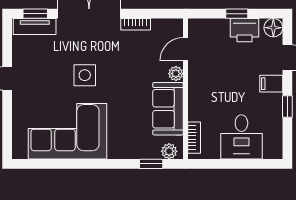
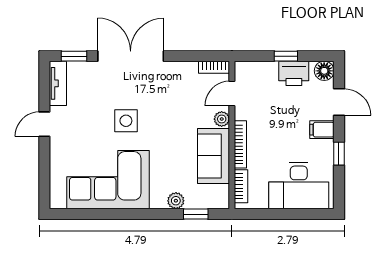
bookcase: (136, 24) -> (214, 67), moved
tv unit: (35, 27) -> (58, 83), moved, turned -90
bookcase: (194, 98) -> (240, 144), added
desk: (241, 137) -> (299, 186), width x1.37
plant: (169, 151) -> (176, 201), moved

